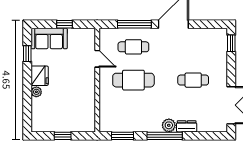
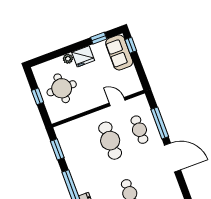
window: (65, 24) -> (131, 45), moved
door: (97, 59) -> (117, 102), swing flipped
round table: (63, 109) -> (62, 88), added
plant: (169, 125) -> (82, 187), removed

